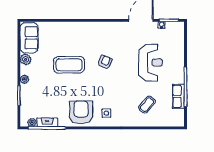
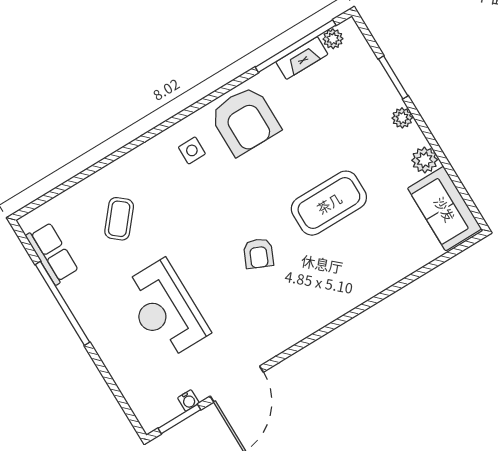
row of seats: (178, 96) -> (52, 253), moved

